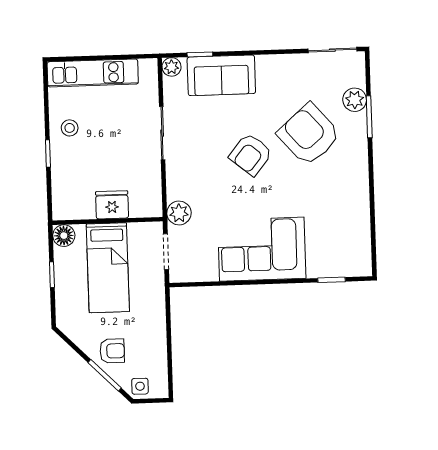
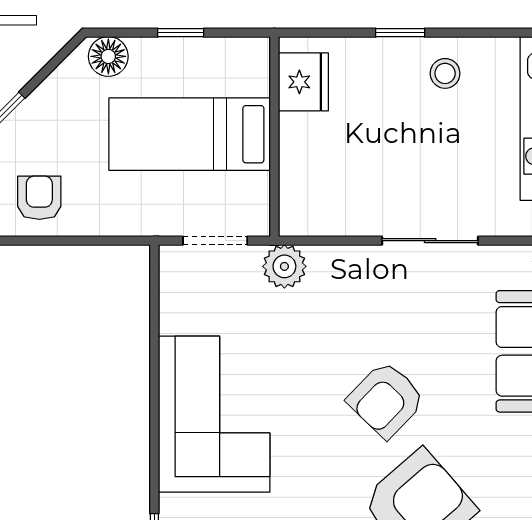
armchair: (251, 154) -> (386, 400), turned -85
fridge: (112, 205) -> (303, 82), moved
floor lamp: (64, 236) -> (108, 56), moved
armchair: (112, 351) -> (39, 198), moved, turned 180

